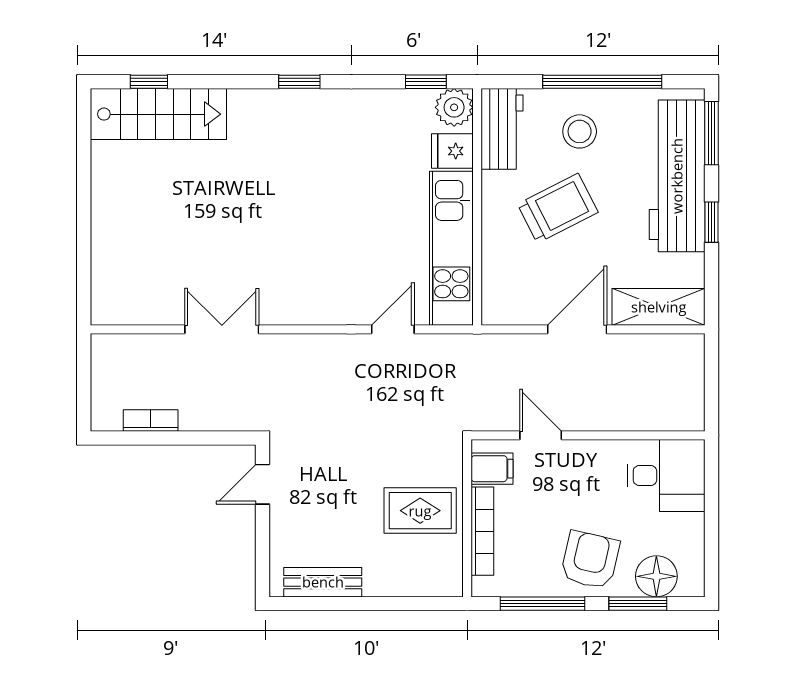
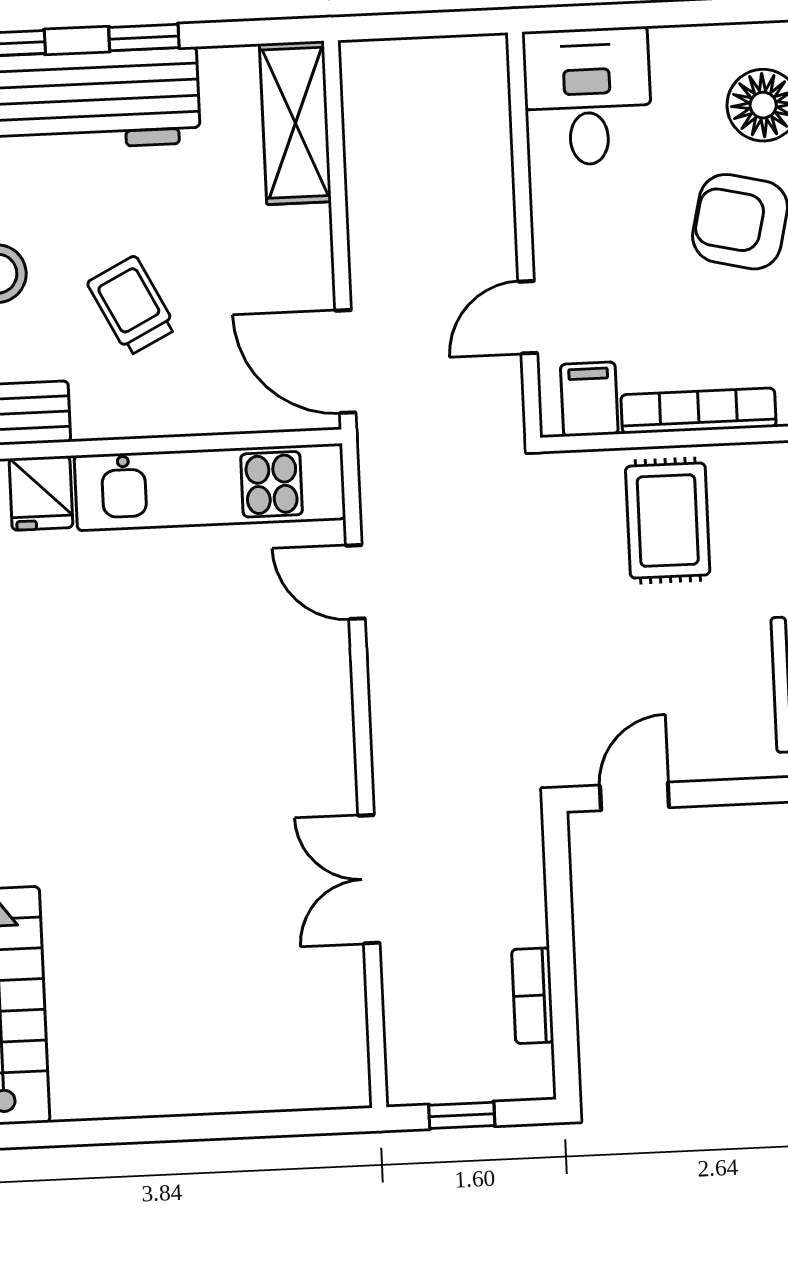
trolley: (558, 208) -> (132, 306), width x0.73, depth x0.72
door: (577, 329) -> (345, 362), moved
window: (84, 377) -> (462, 1115), added
door: (262, 484) -> (634, 796), swing flipped

